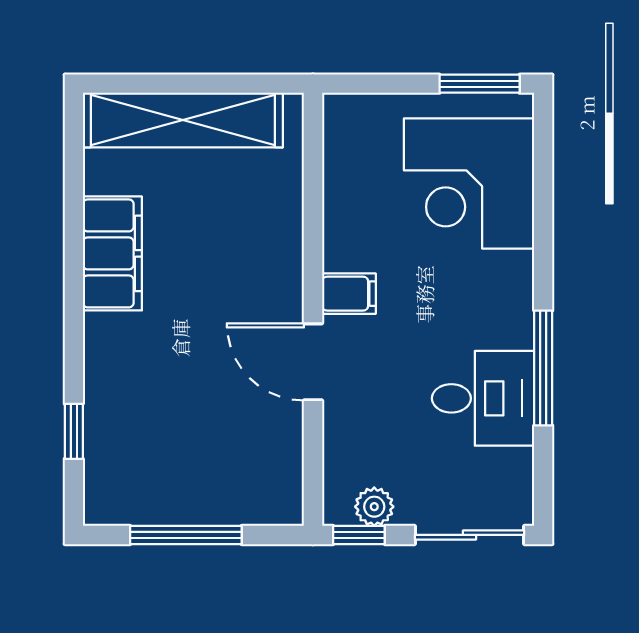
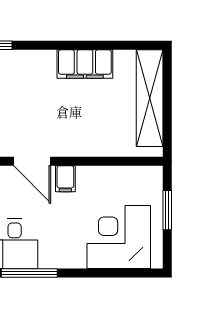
window: (480, 84) -> (167, 210), moved
door: (313, 362) -> (32, 161), swing flipped

